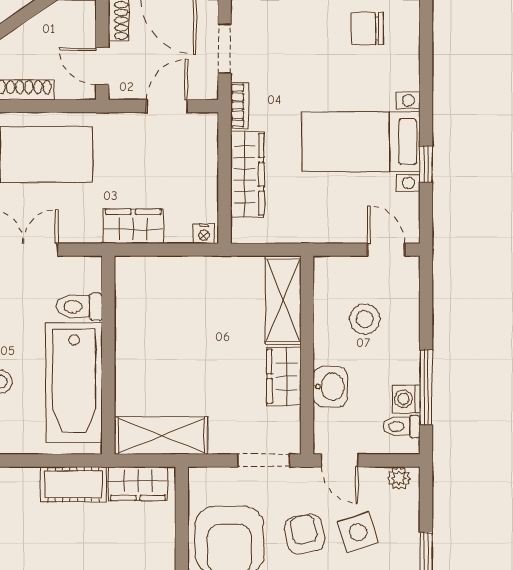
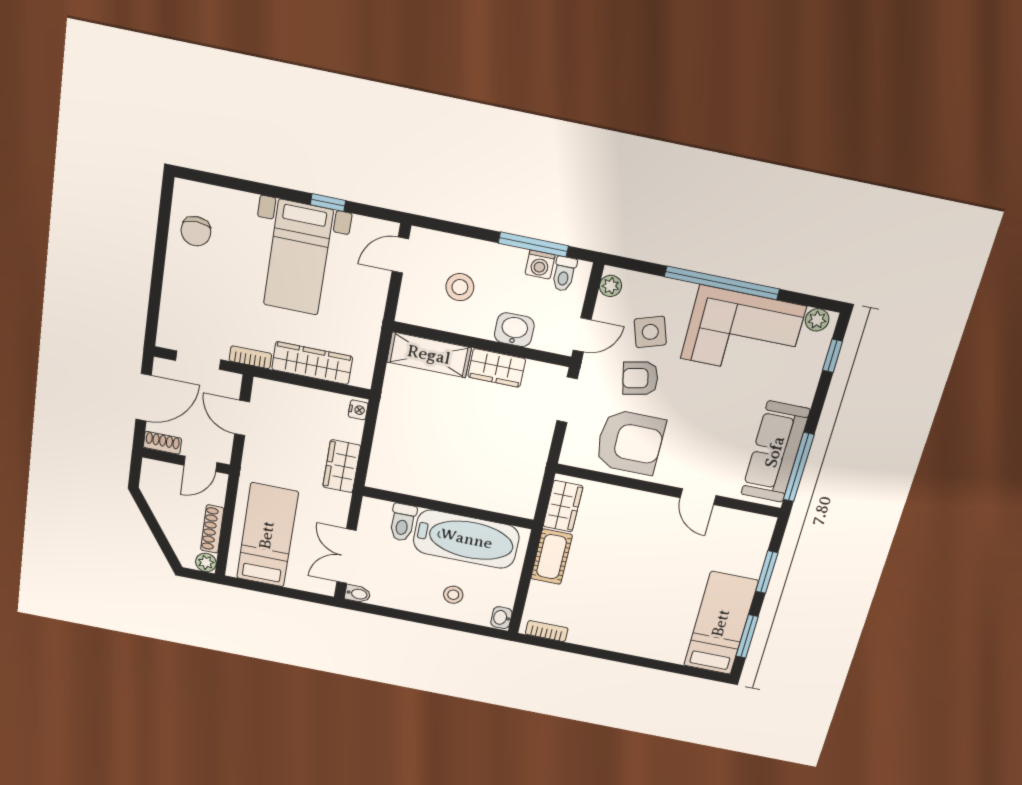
shelving: (161, 436) -> (526, 479), removed

